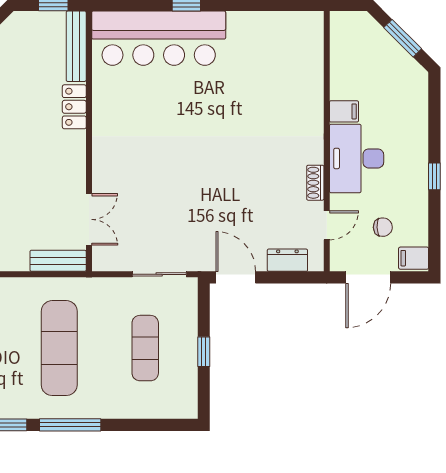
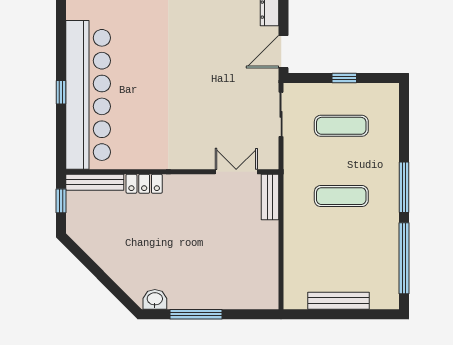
bar counter: (159, 38) -> (88, 95), width x1.36
exercise mat: (59, 348) -> (341, 196), width x0.73, depth x0.69

